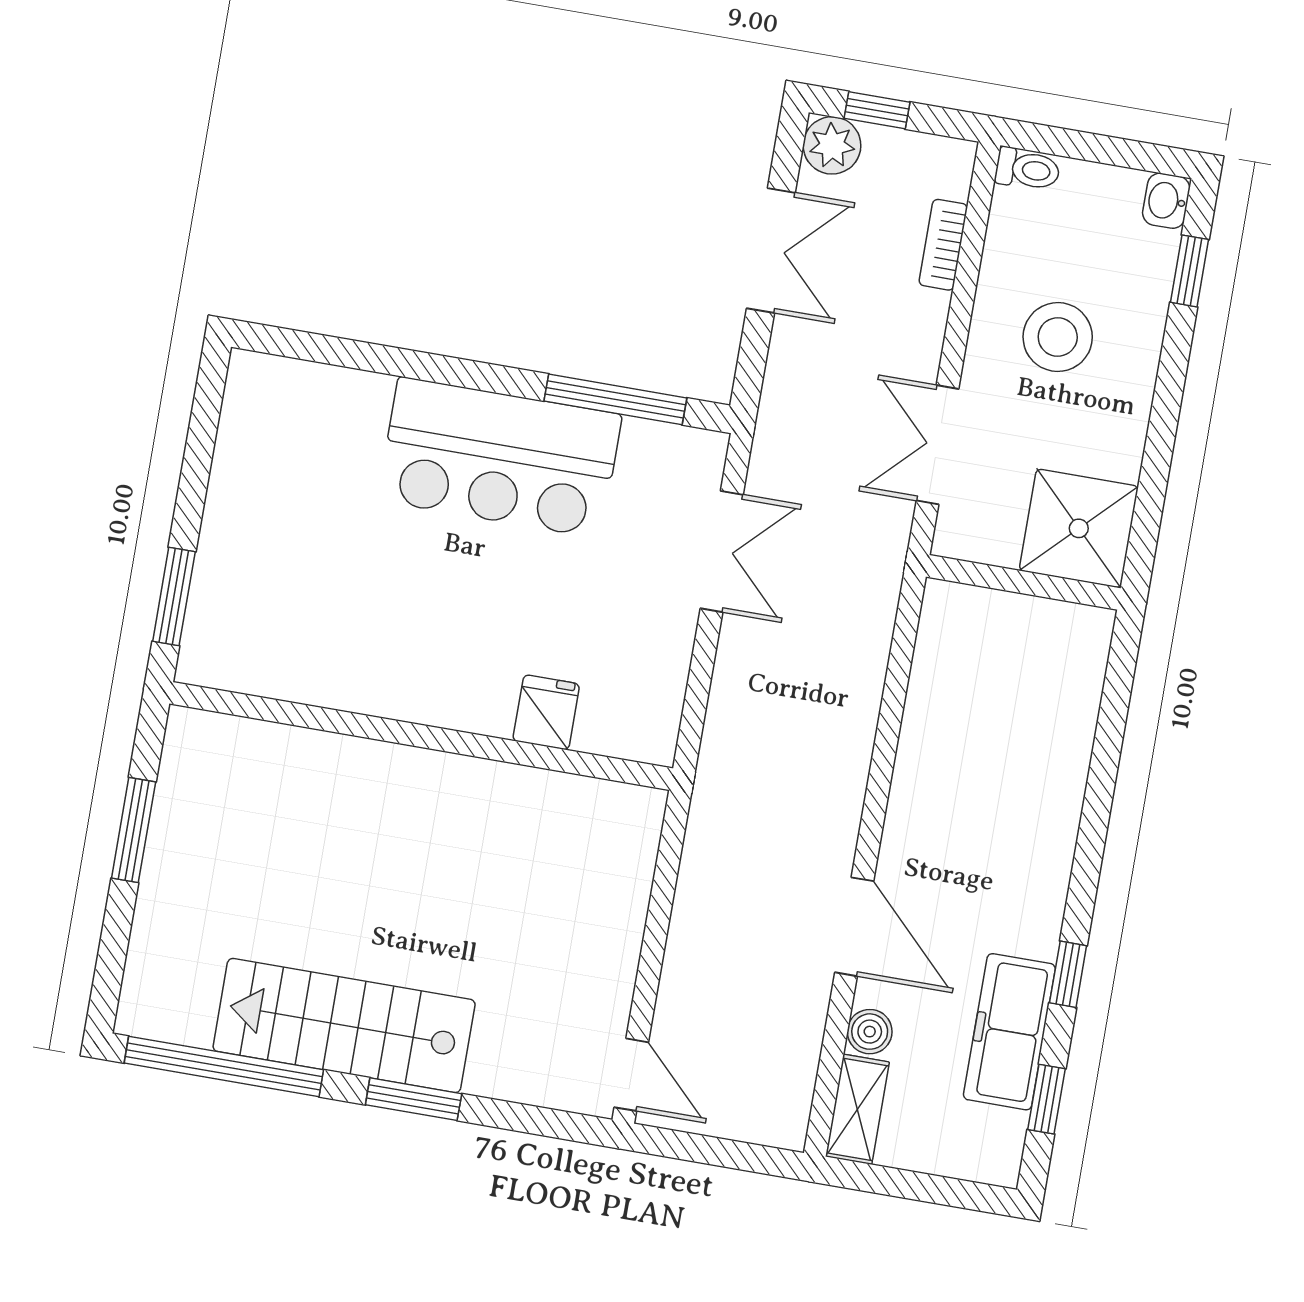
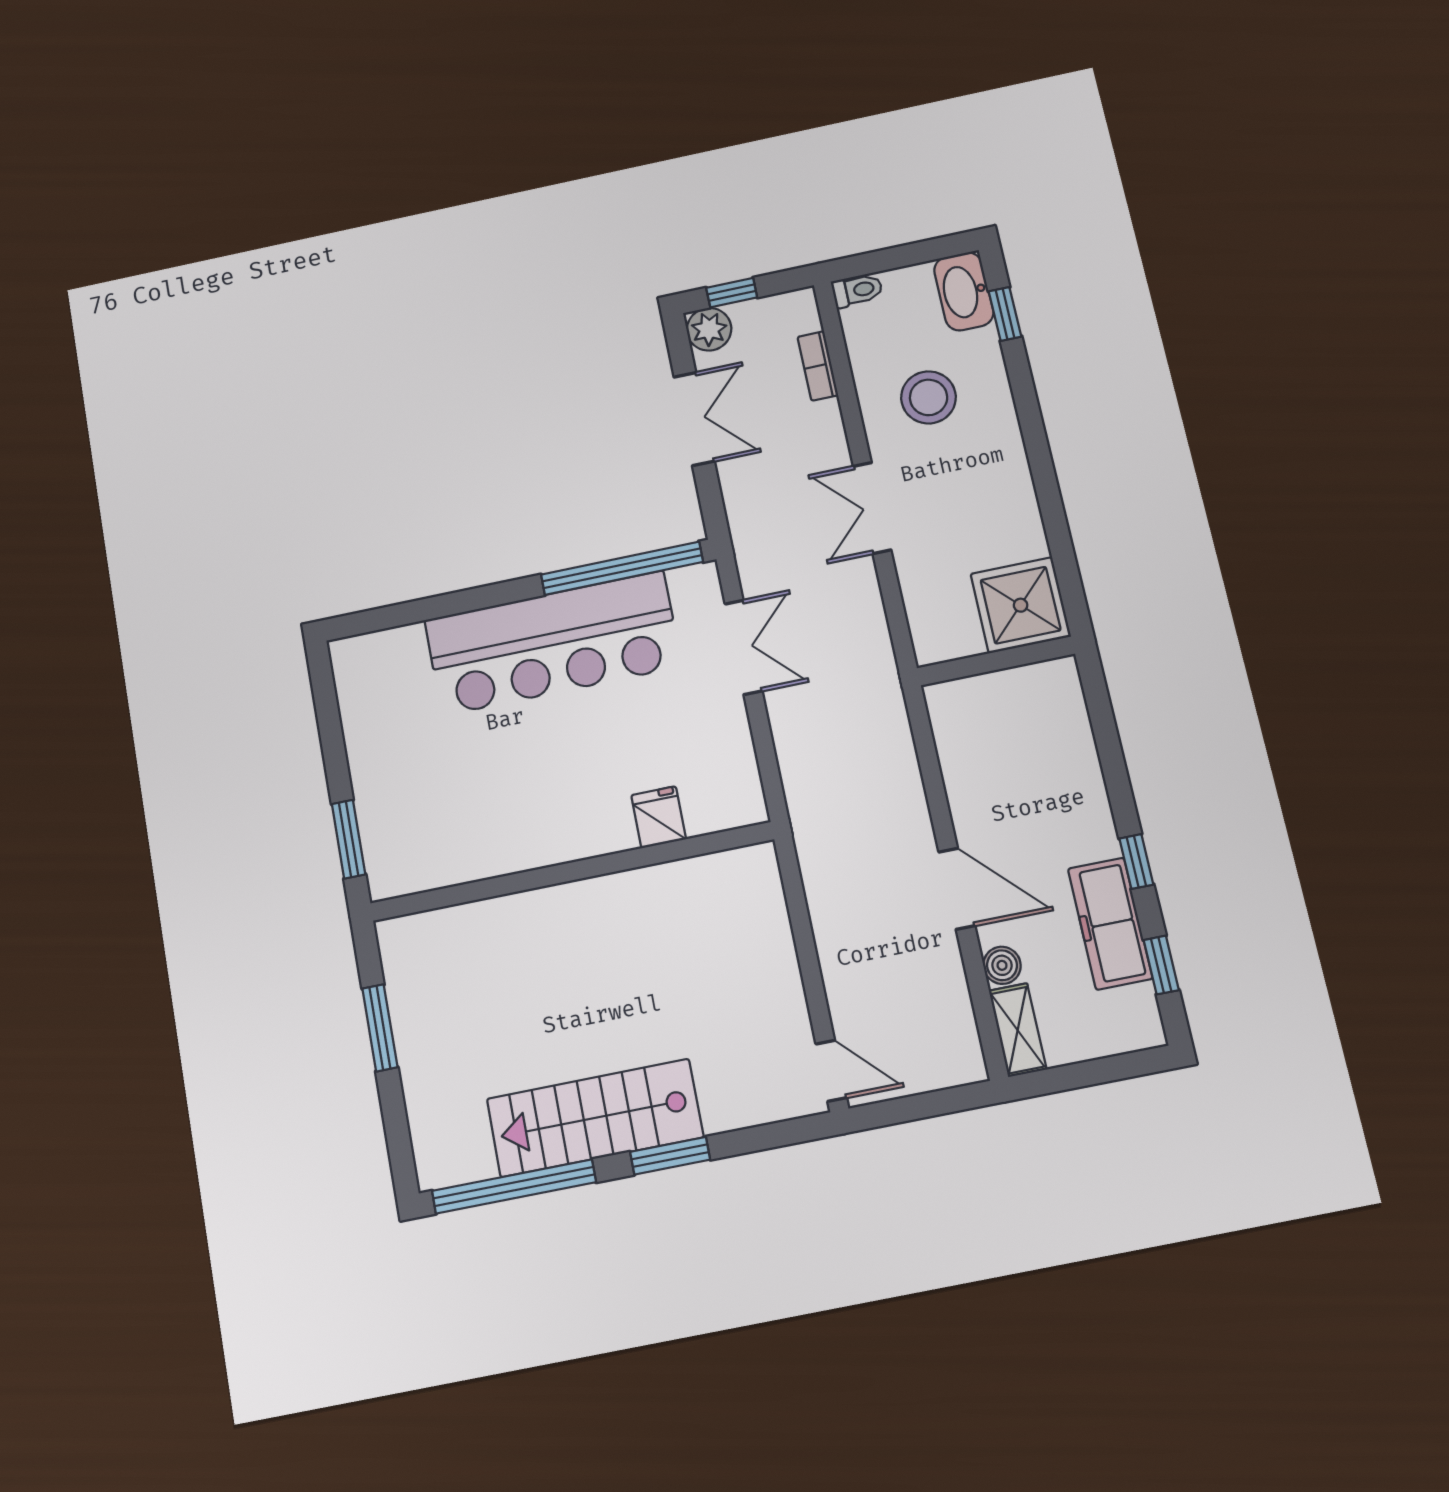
washbasin: (1166, 201) -> (964, 291), width x1.91, depth x1.45
window: (615, 399) -> (622, 568), width x1.46
bar counter: (500, 457) -> (553, 643), width x1.36
shower: (1079, 528) -> (1021, 605), moved
wall: (1023, 582) -> (996, 661), moved

